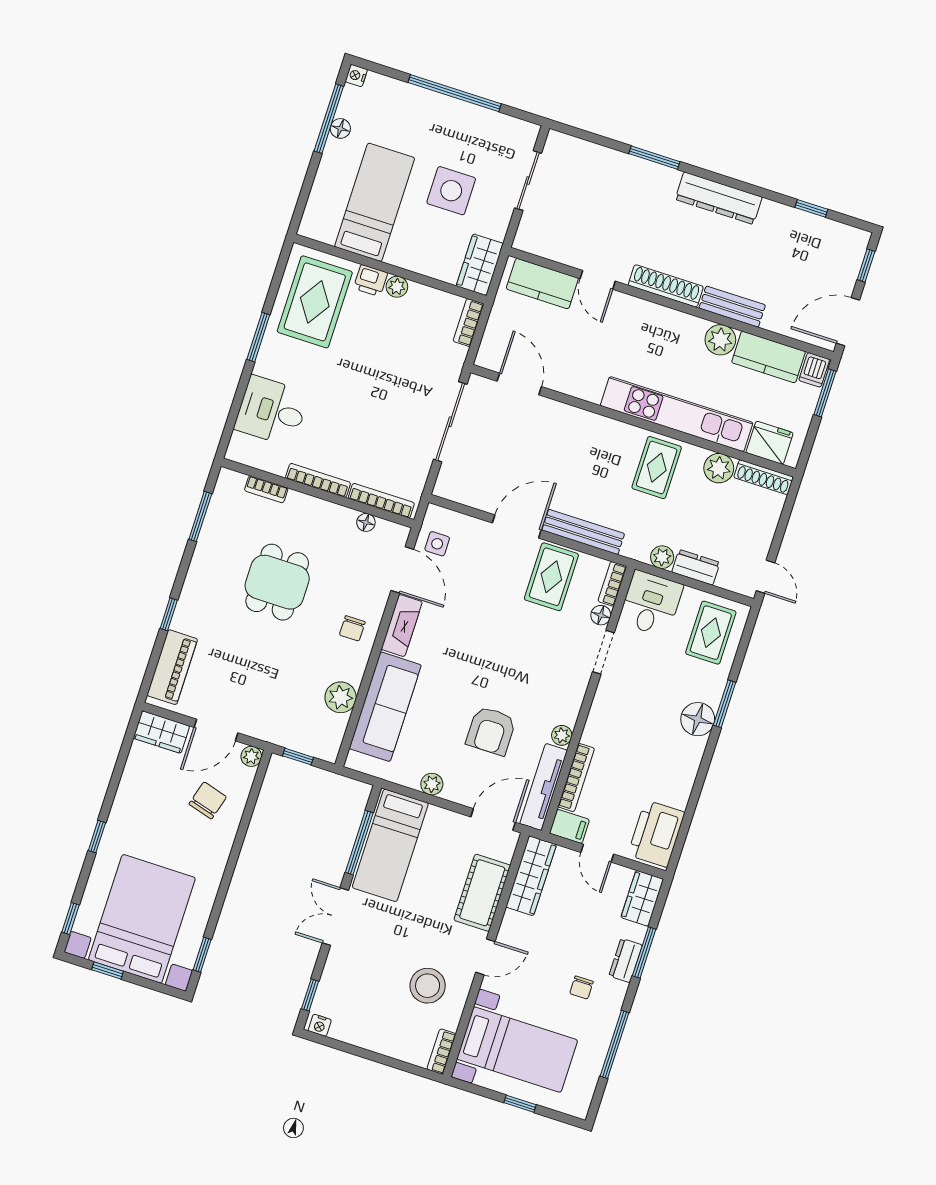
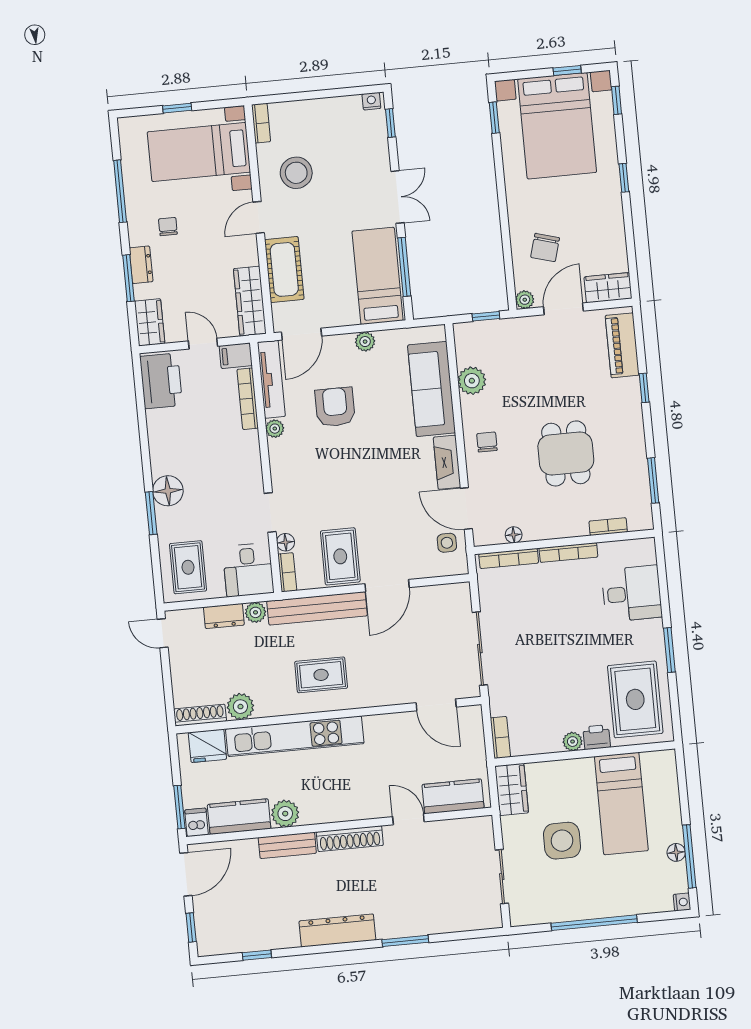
rug: (657, 468) -> (321, 675), moved, turned 90
bench: (583, 532) -> (317, 608), width x1.37, depth x1.21

